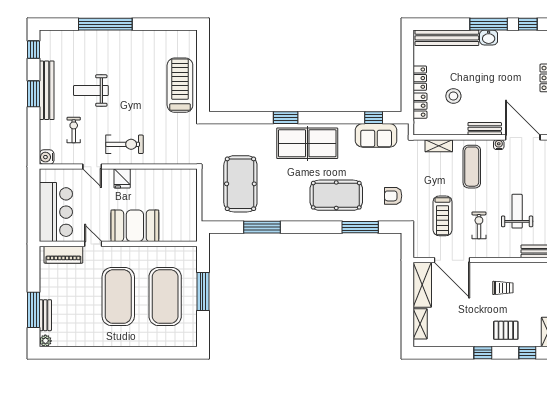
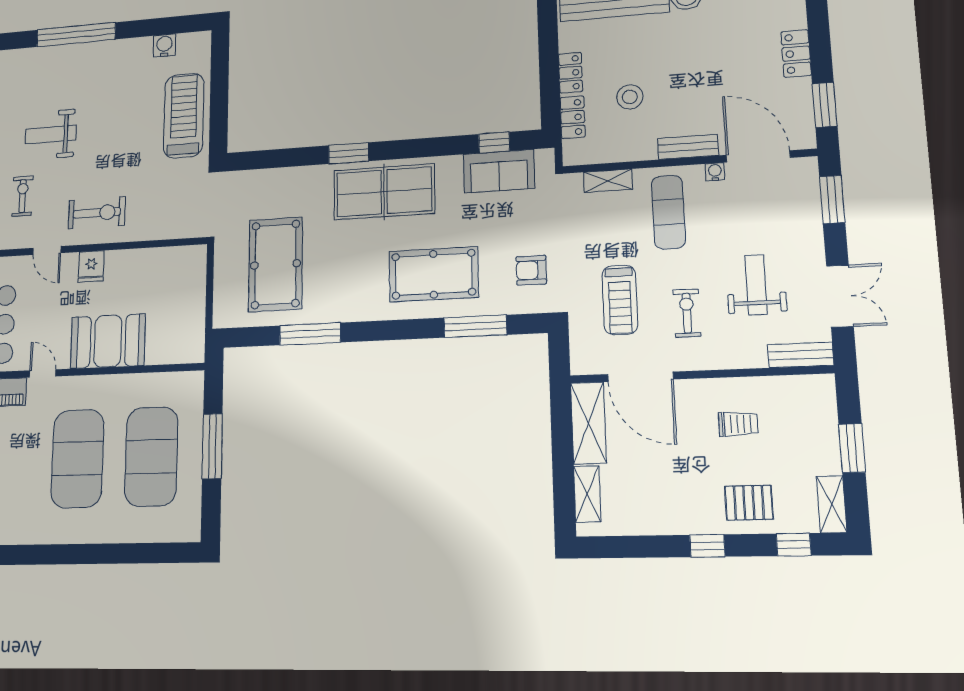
water cooler: (166, 37) -> (164, 46), added

